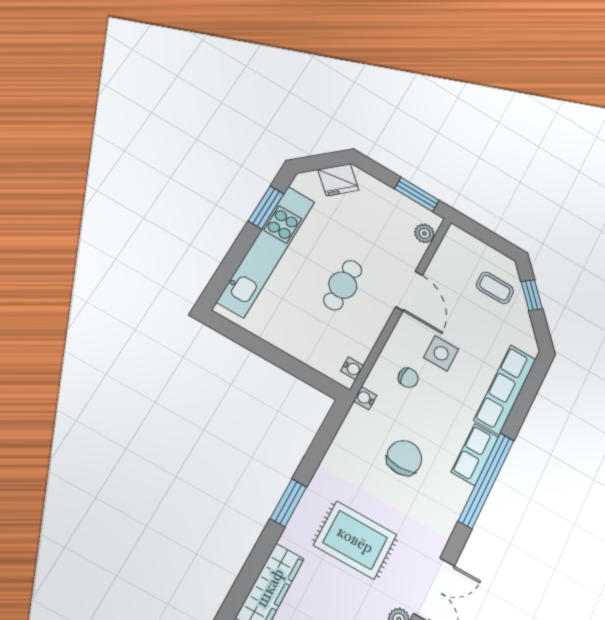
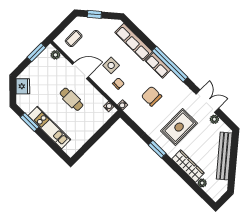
kitchen unit: (266, 251) -> (49, 128), width x0.73
coffee table: (495, 288) -> (74, 39), moved

